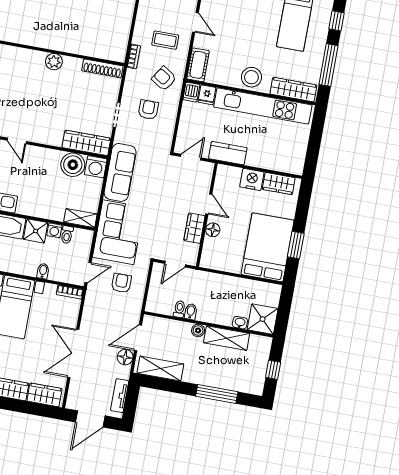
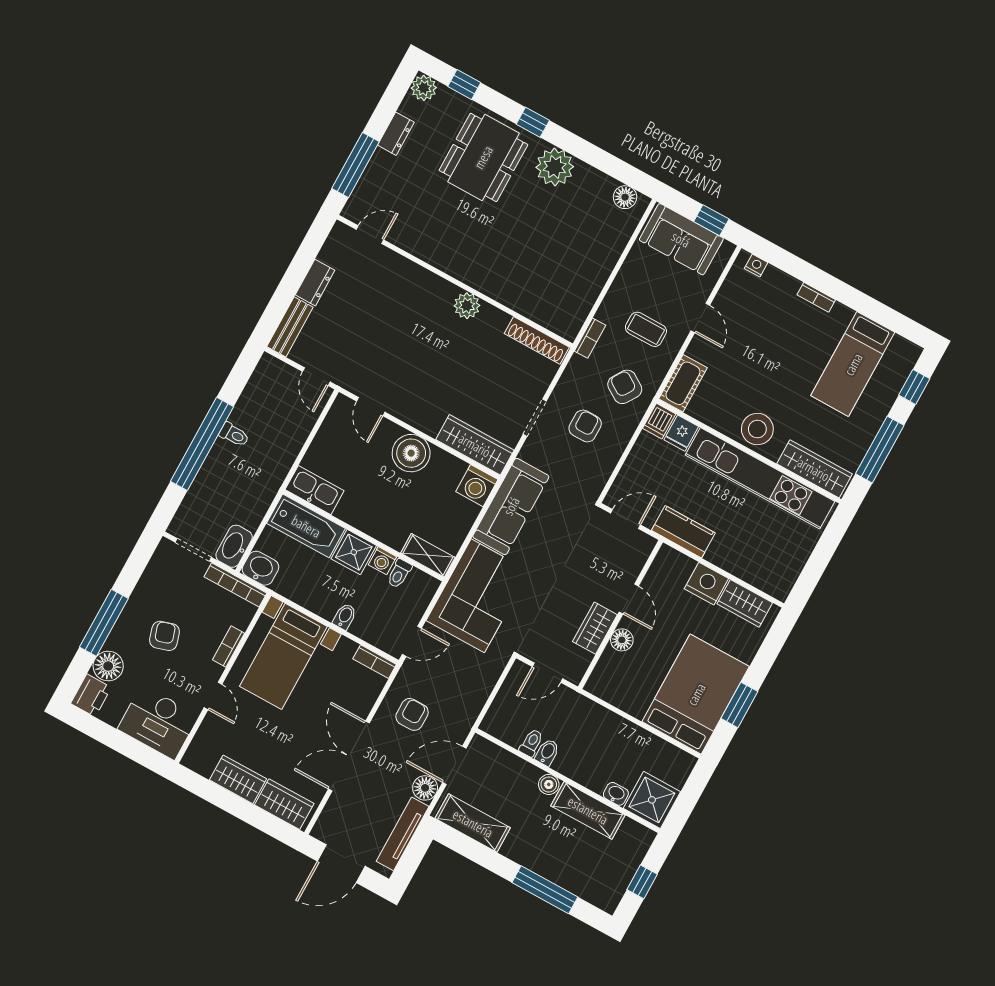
boiler: (73, 165) -> (411, 453), moved
armchair: (121, 283) -> (412, 714), moved
tv unit: (120, 396) -> (403, 834), width x1.41

